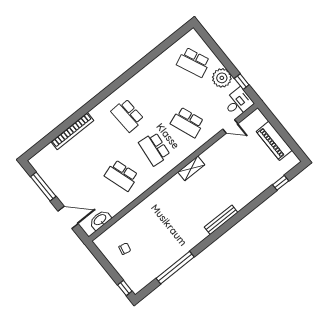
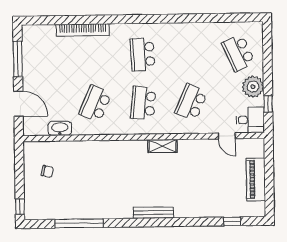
school desk: (187, 122) -> (191, 102), turned 45
school desk: (121, 175) -> (95, 104), turned 42
washbasin: (100, 220) -> (60, 128), moved

